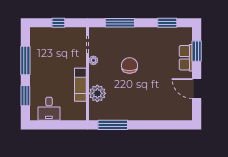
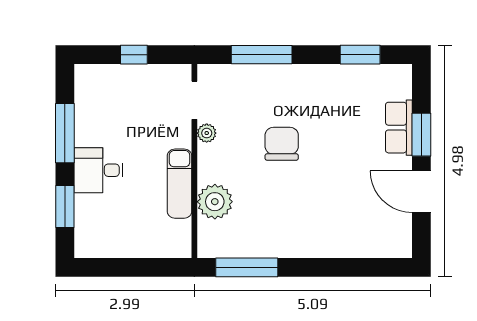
window: (197, 51) -> (421, 135), moved
desk: (49, 109) -> (99, 170), moved, turned 90

